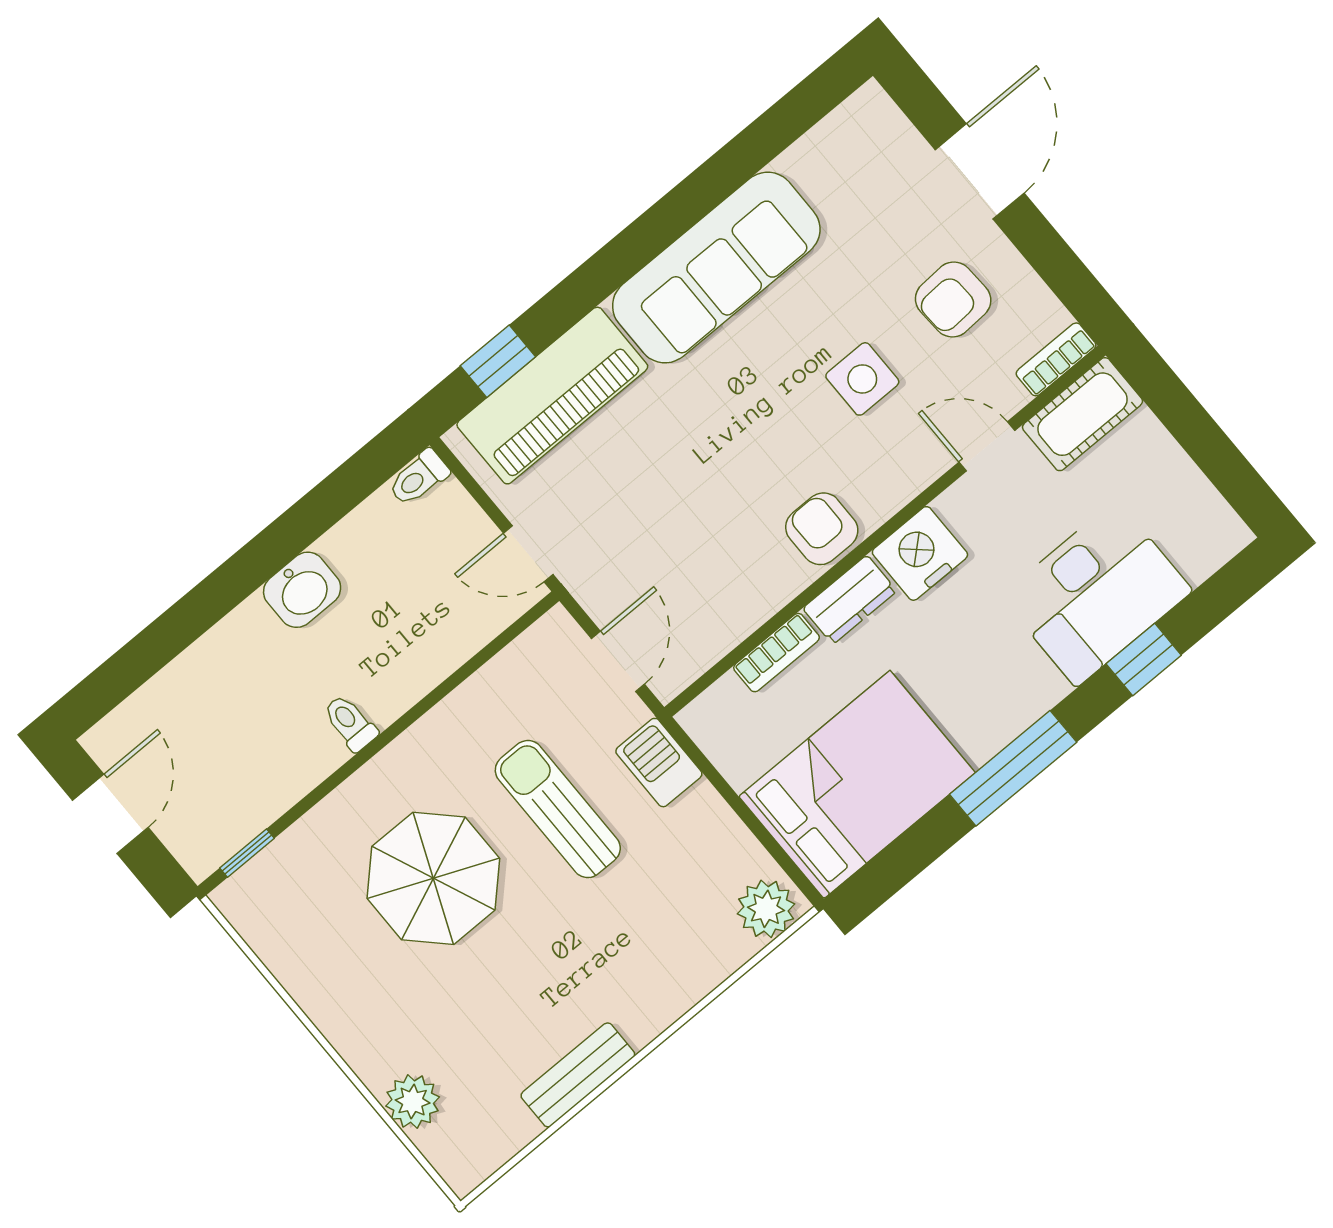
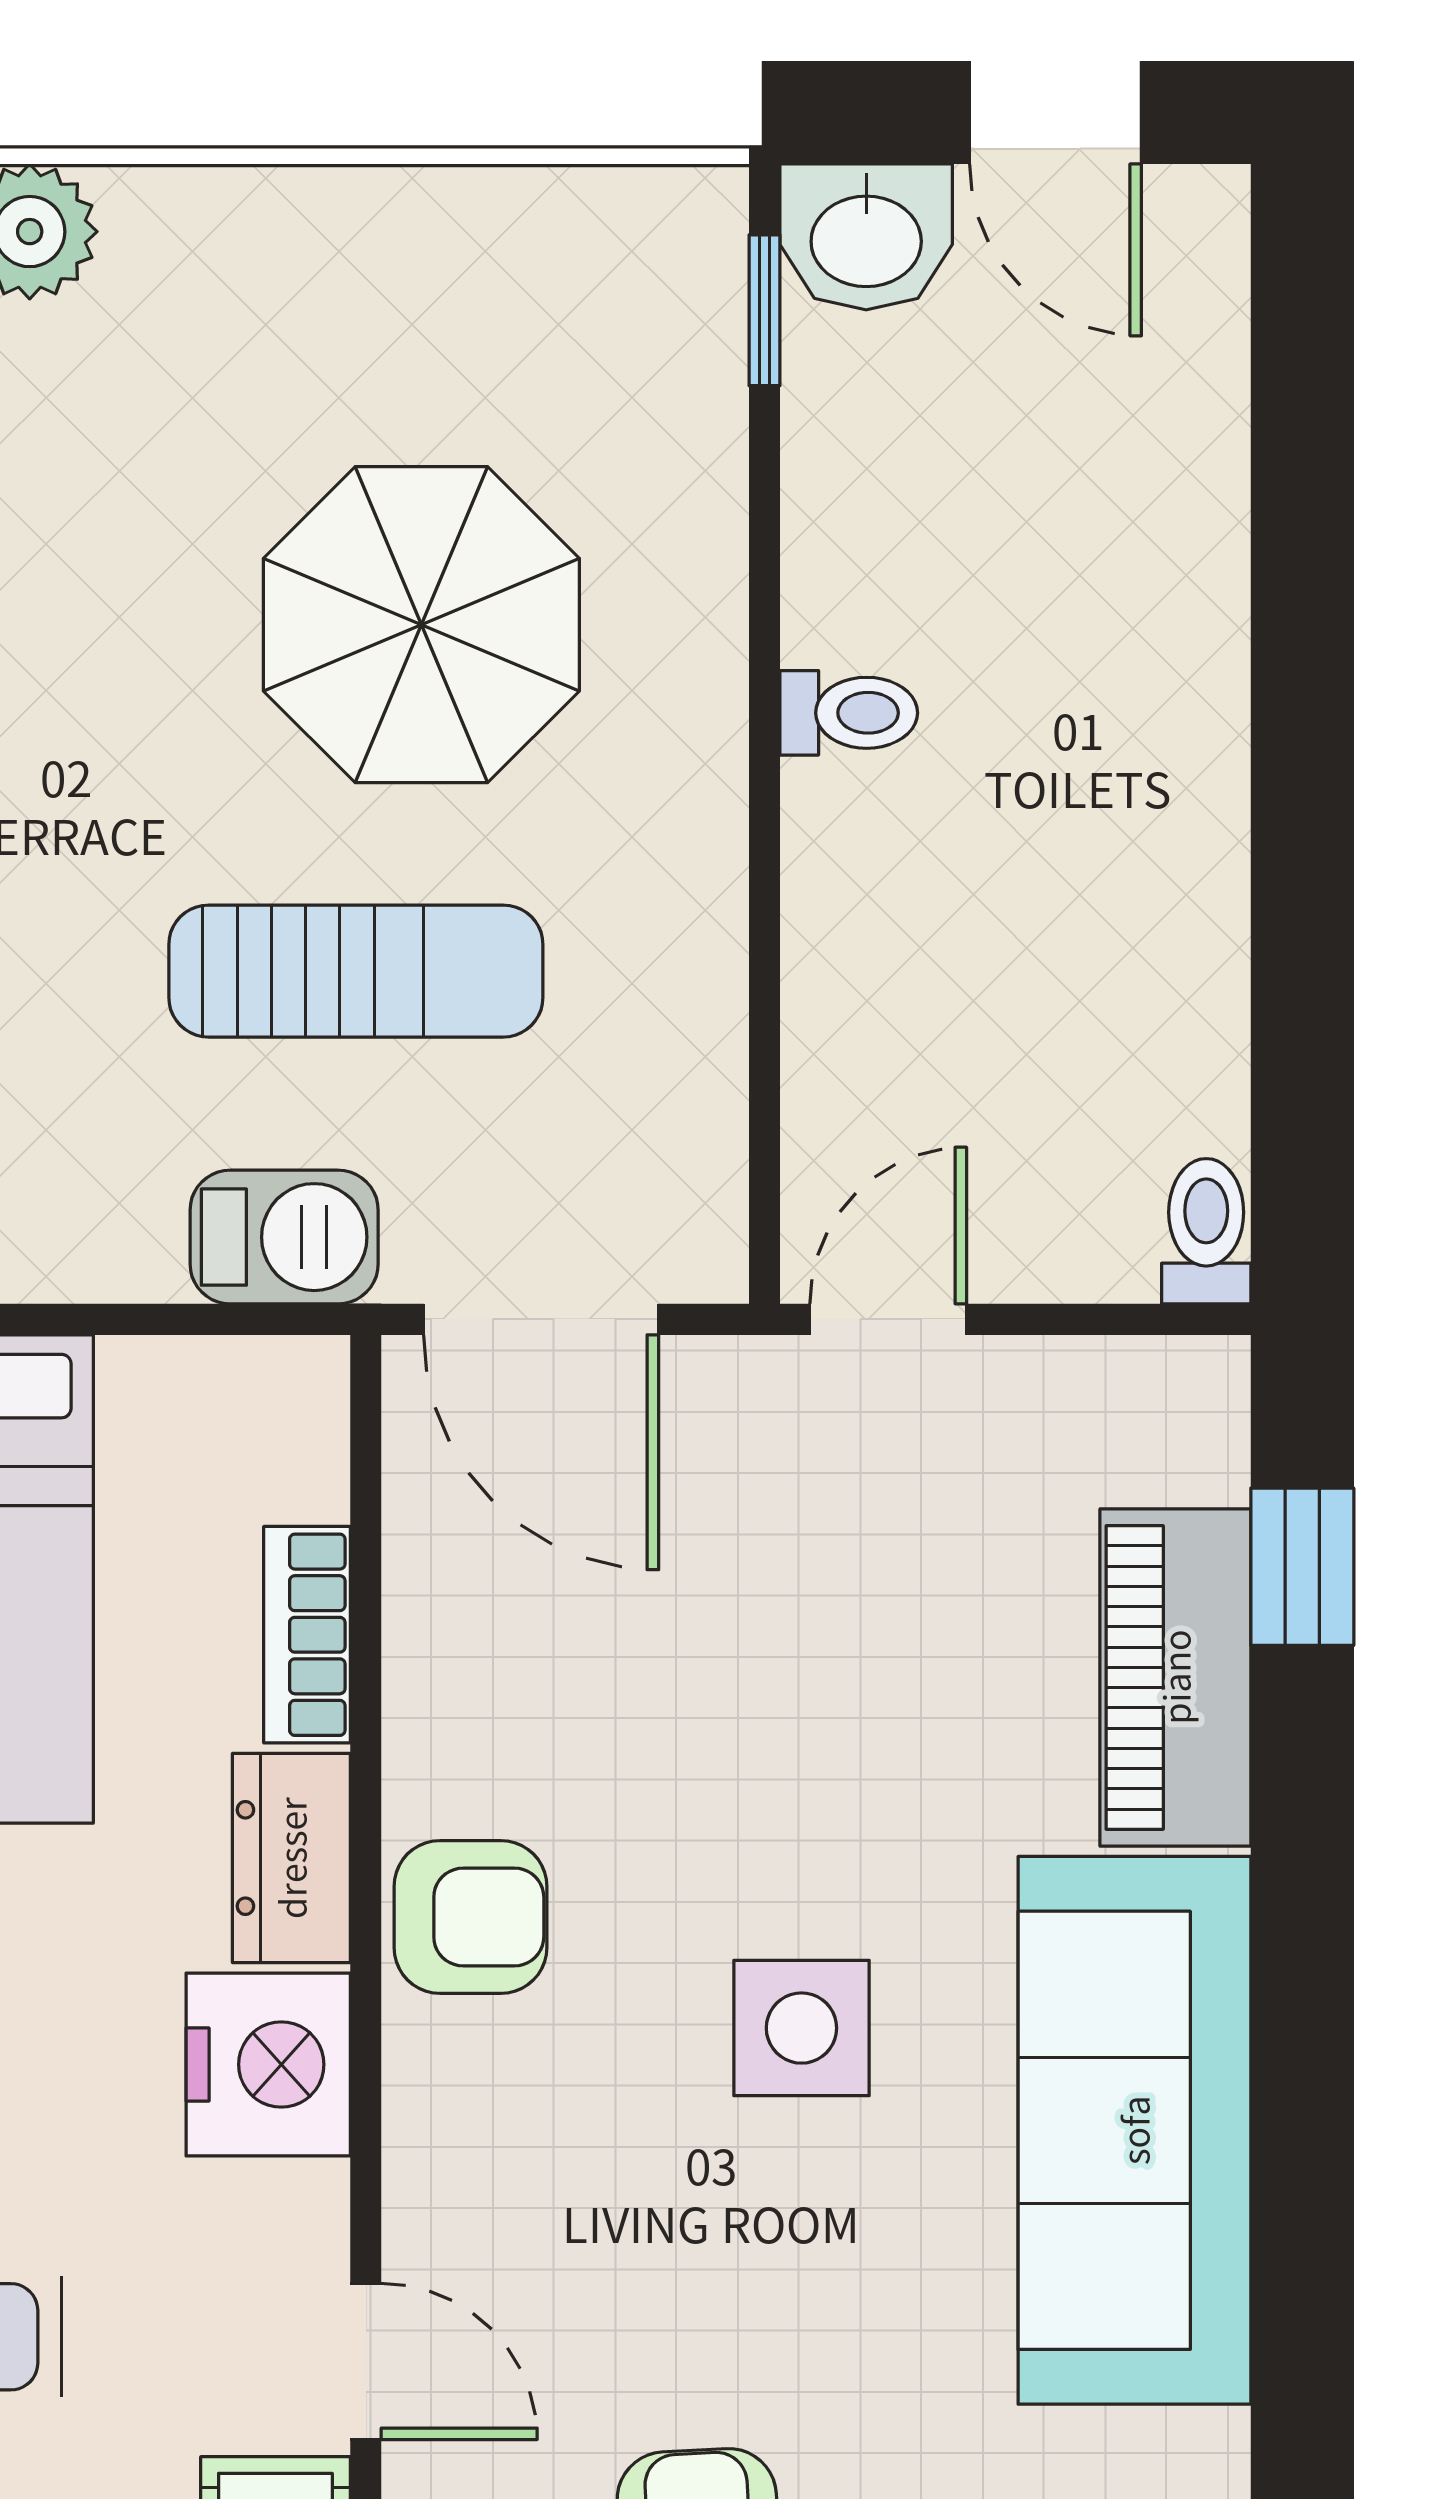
side table: (862, 379) -> (801, 2028), moved
piano: (552, 396) -> (1175, 1677), width x0.73, depth x0.75
door: (987, 446) -> (366, 2362), hinge flipped
washbasin: (302, 590) -> (866, 237), moved, turned -90
door: (618, 661) -> (541, 1319), width x1.37

